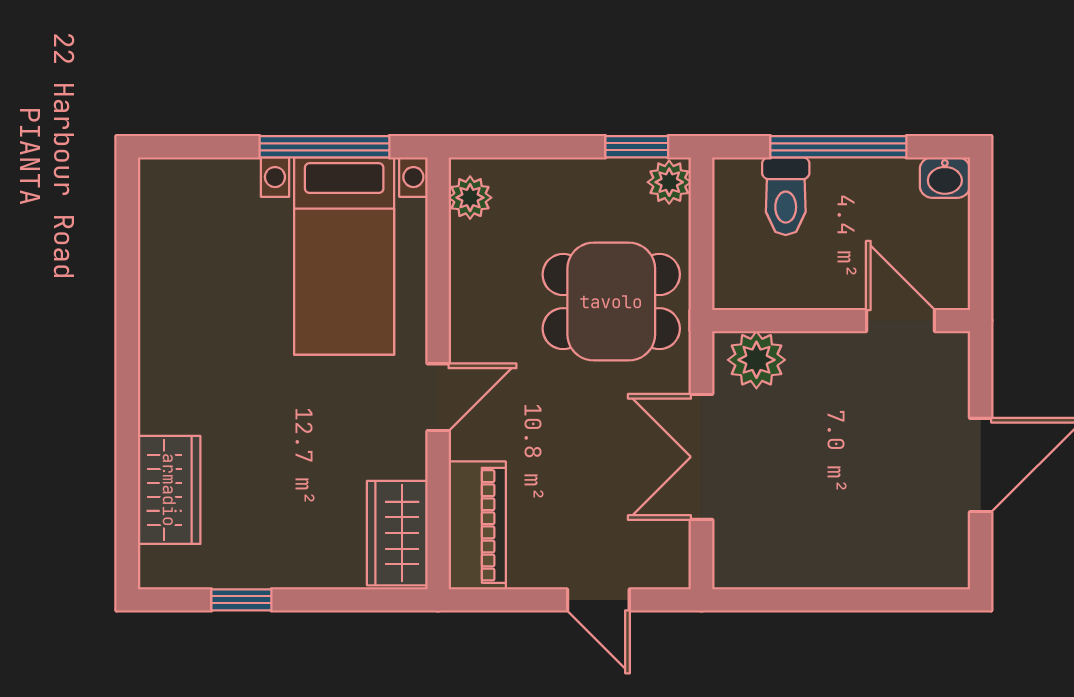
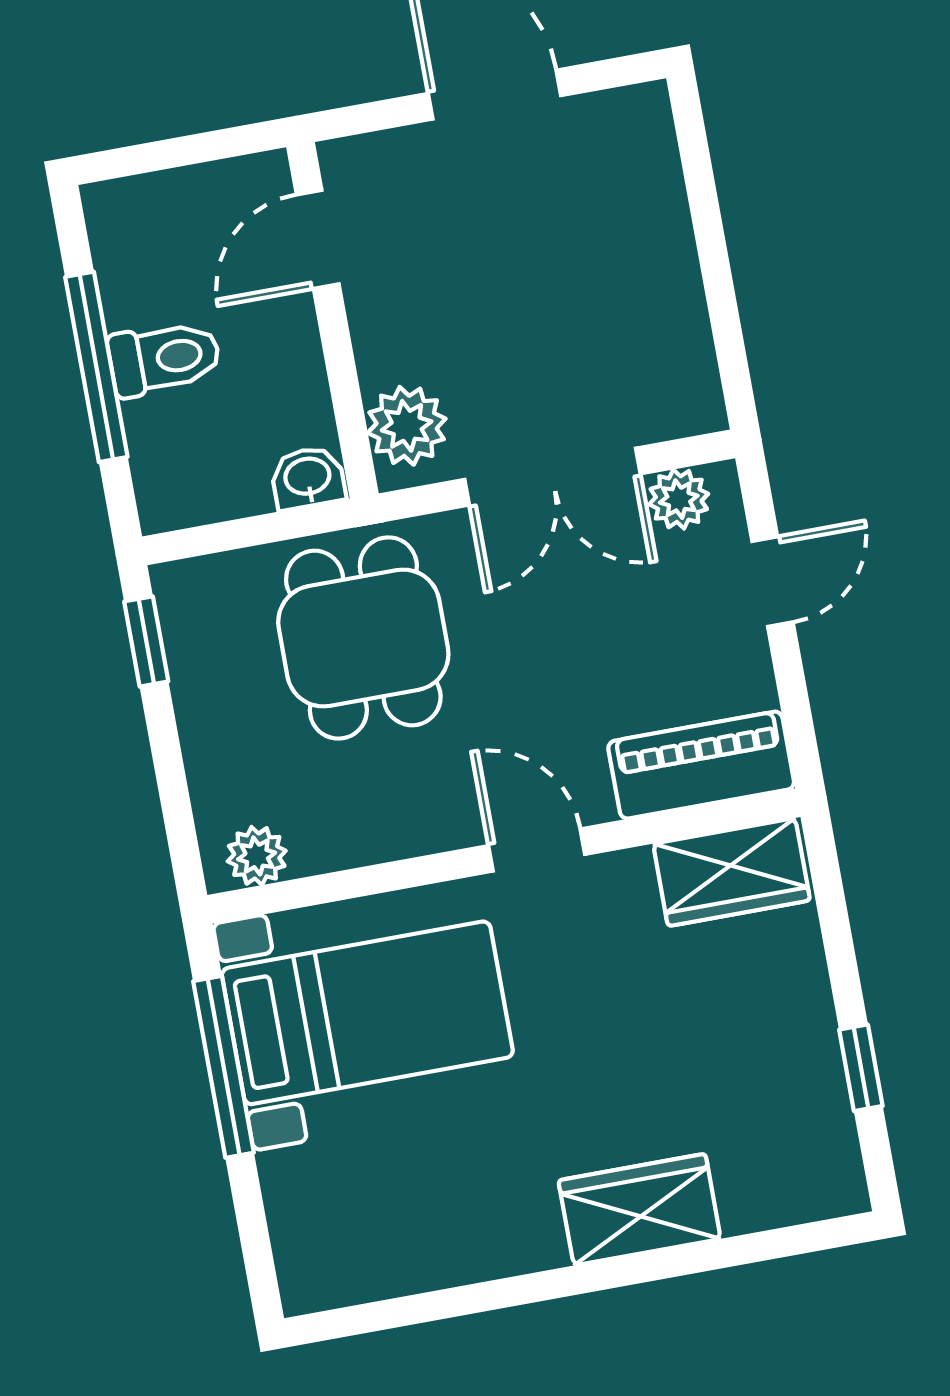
washbasin: (945, 178) -> (308, 478), moved, turned -90
plant: (669, 182) -> (679, 499), moved
toilet: (786, 196) -> (164, 358), moved
wardrobe: (169, 490) -> (640, 1210), moved

